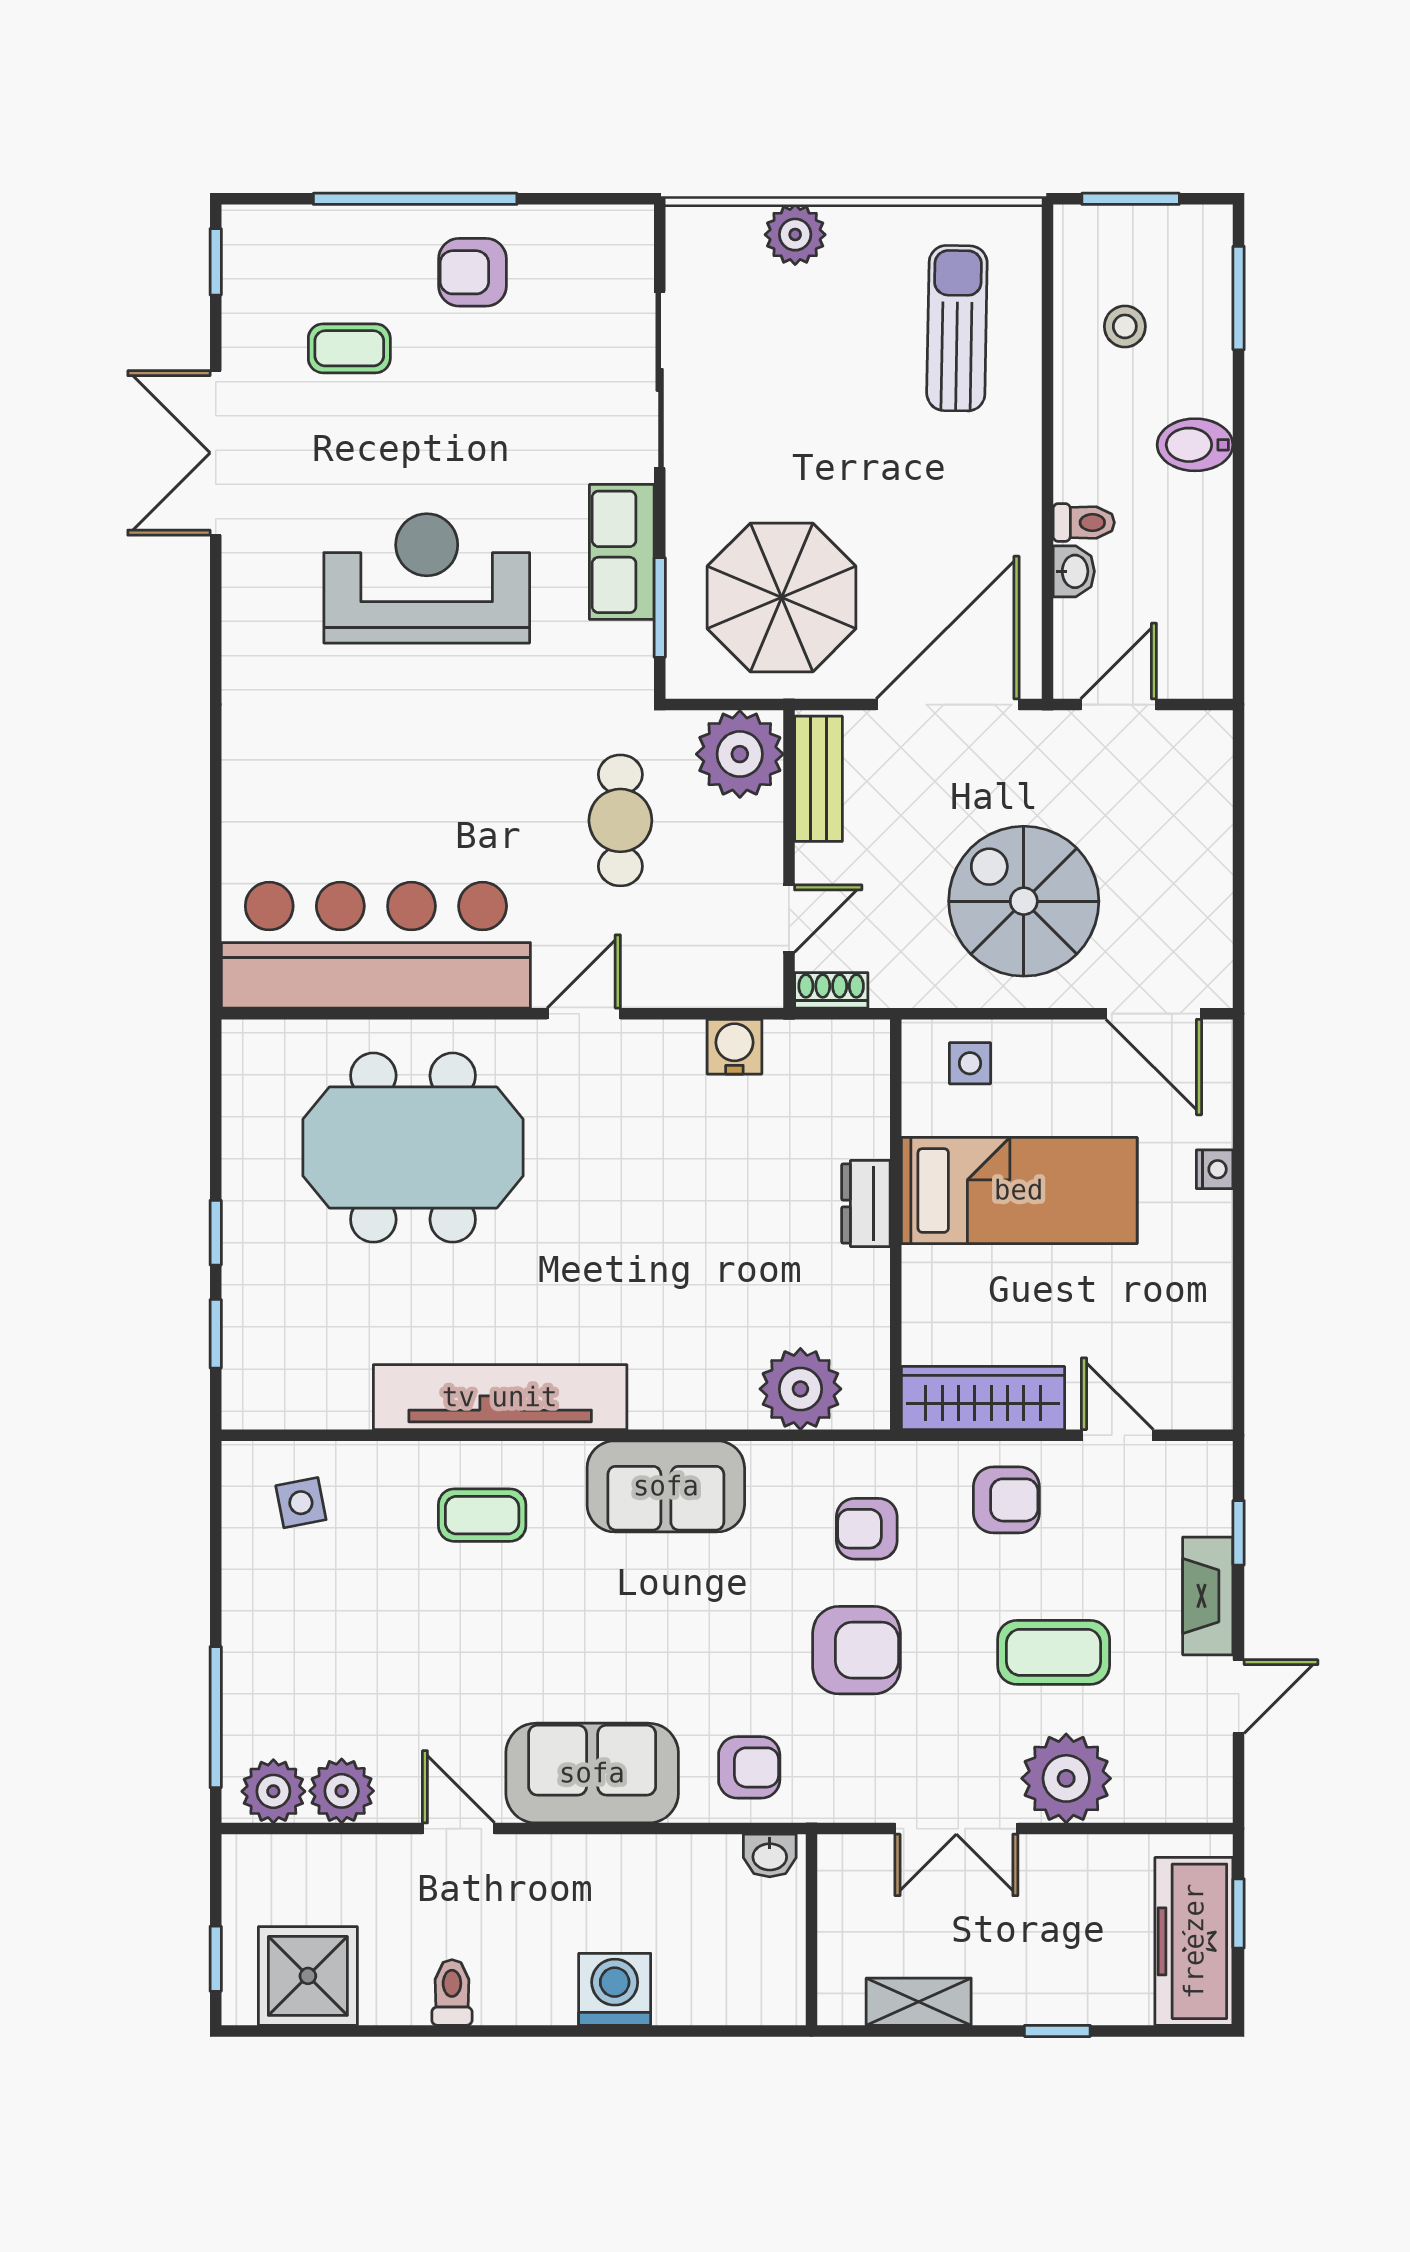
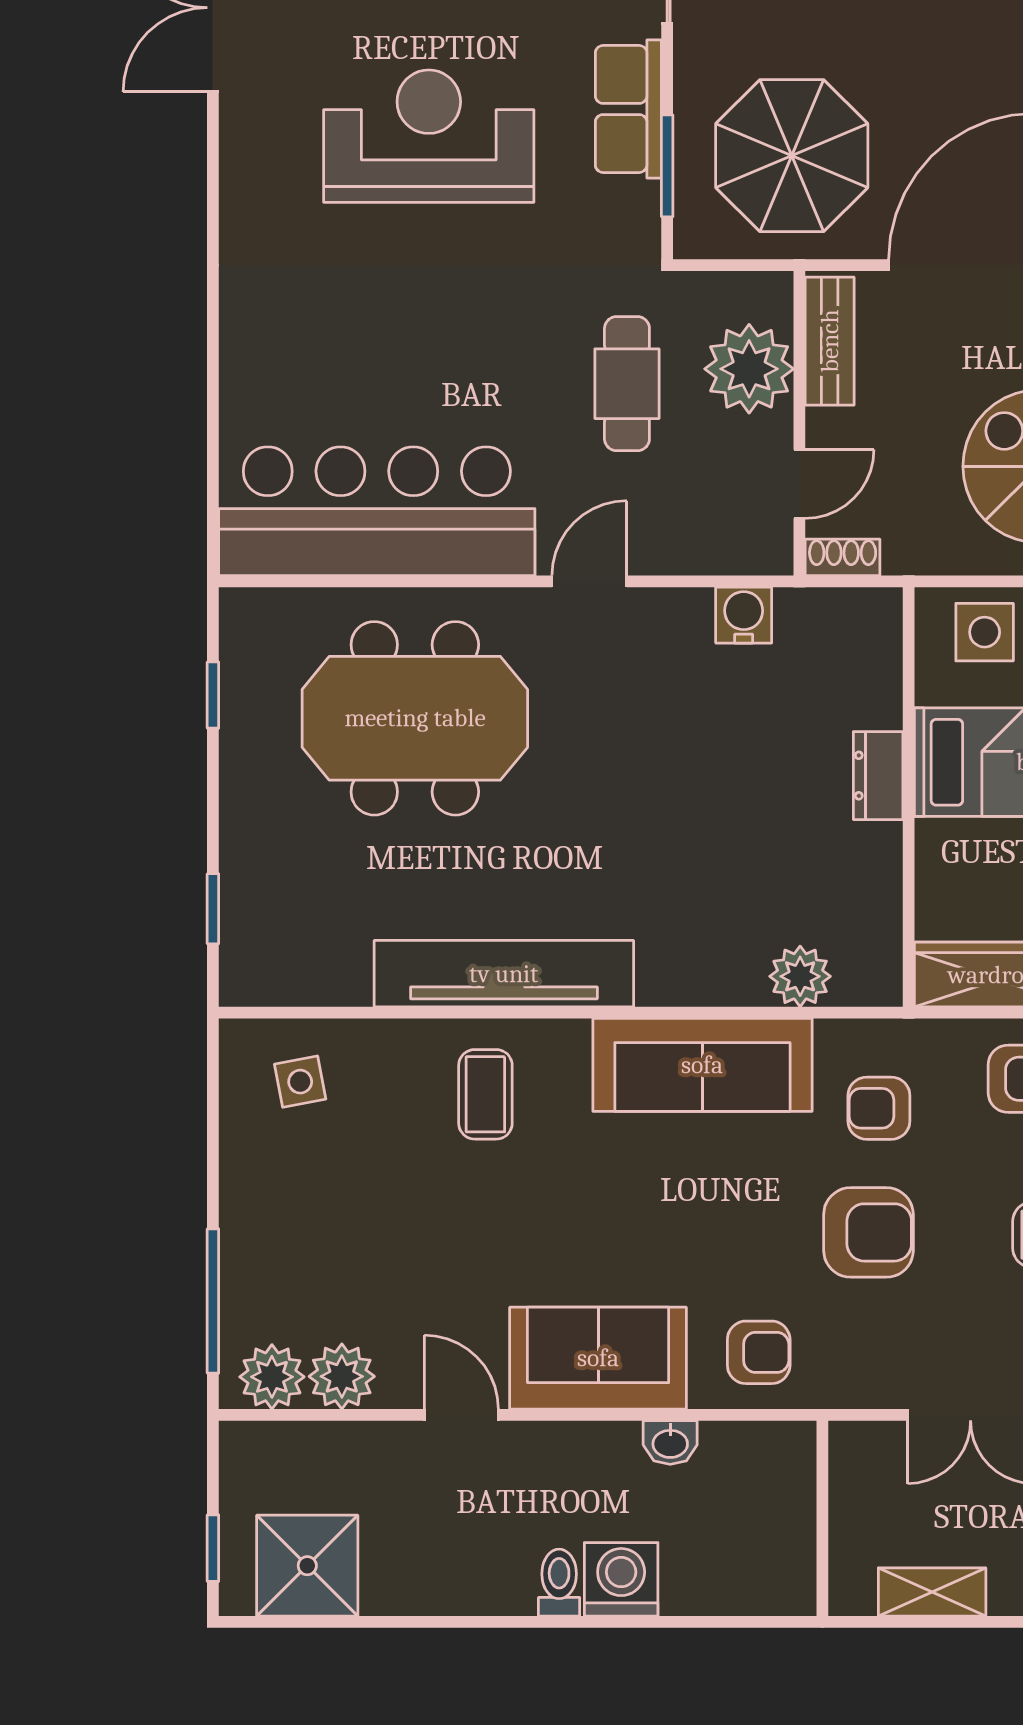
plant: (740, 754) -> (749, 369), moved
side table: (970, 1063) -> (985, 632), width x1.37, depth x1.37
window: (216, 1233) -> (213, 695), moved
plant: (800, 1389) -> (800, 976), width x0.73, depth x0.73
sofa: (666, 1486) -> (702, 1065), width x1.36
coffee table: (482, 1515) -> (485, 1094), turned 90
washbasin: (770, 1856) -> (670, 1443), moved
toilet: (452, 1992) -> (559, 1583), moved

